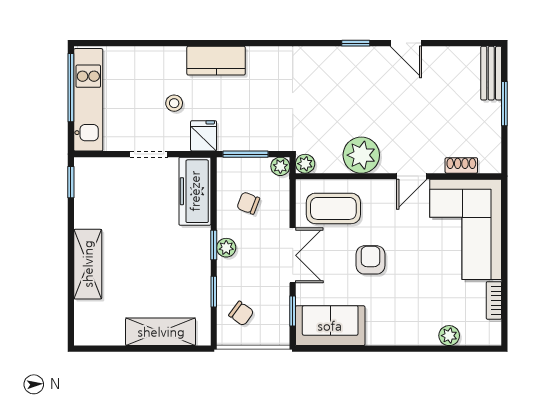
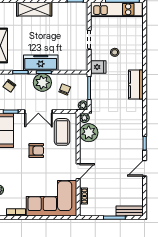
kitchen counter: (216, 61) -> (136, 85), moved
plant: (361, 155) -> (89, 133), moved
door: (412, 176) -> (78, 171), swing flipped
freezer: (195, 191) -> (41, 63), moved
plant: (226, 248) -> (42, 83), width x1.88, depth x1.88

